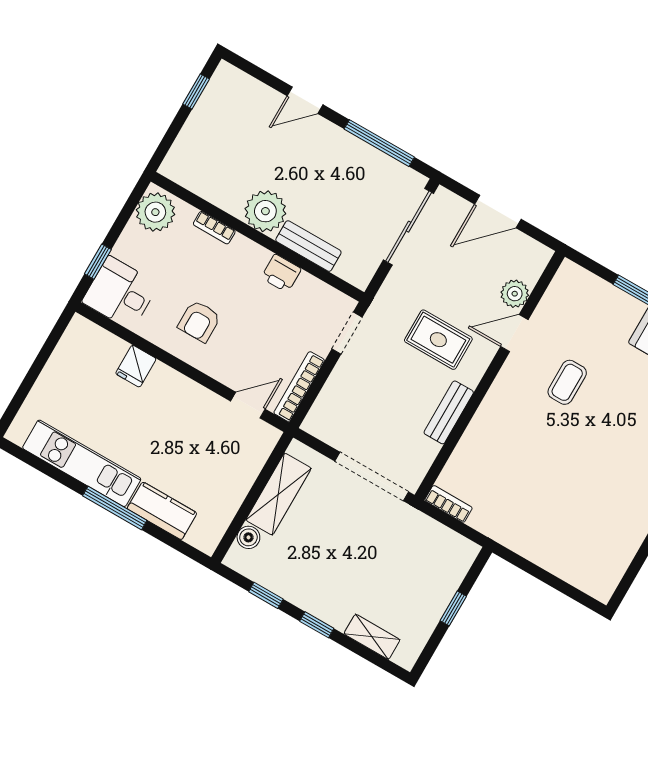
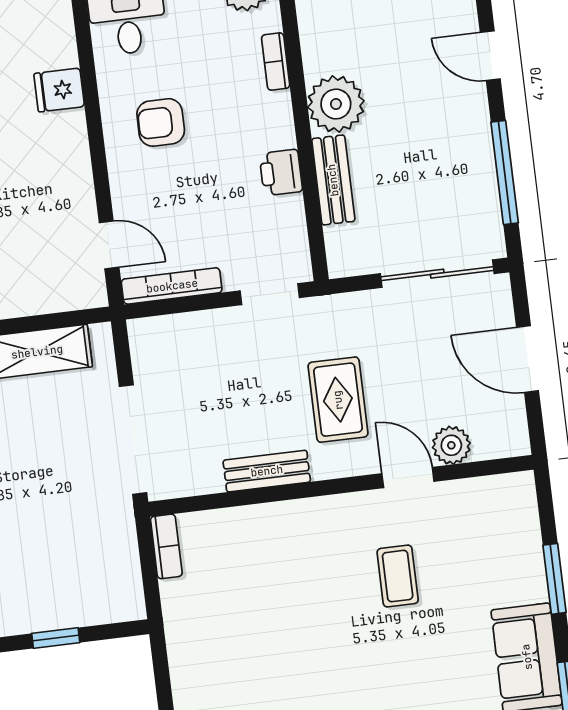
coffee table: (567, 382) -> (398, 576), turned 90

